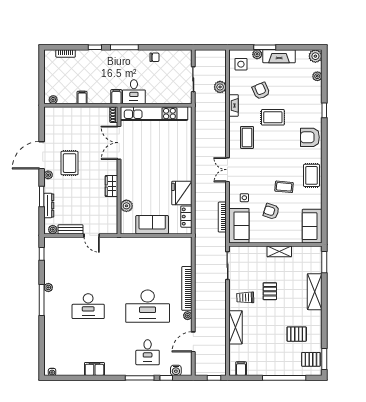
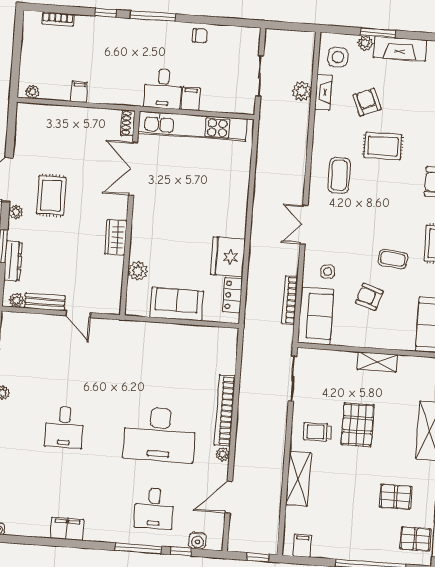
filing cabinet: (116, 97) -> (191, 99), moved
fireplace: (233, 105) -> (323, 92), moved
pallet: (270, 291) -> (358, 425), width x1.50, depth x1.42
desk: (88, 306) -> (64, 427), width x0.73

